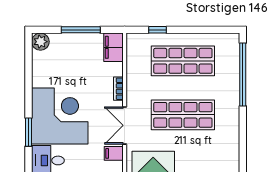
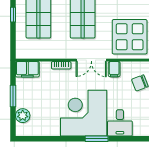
window: (81, 30) -> (13, 96), width x0.69
window: (157, 30) -> (13, 15), moved
plant: (40, 42) -> (23, 116), moved

